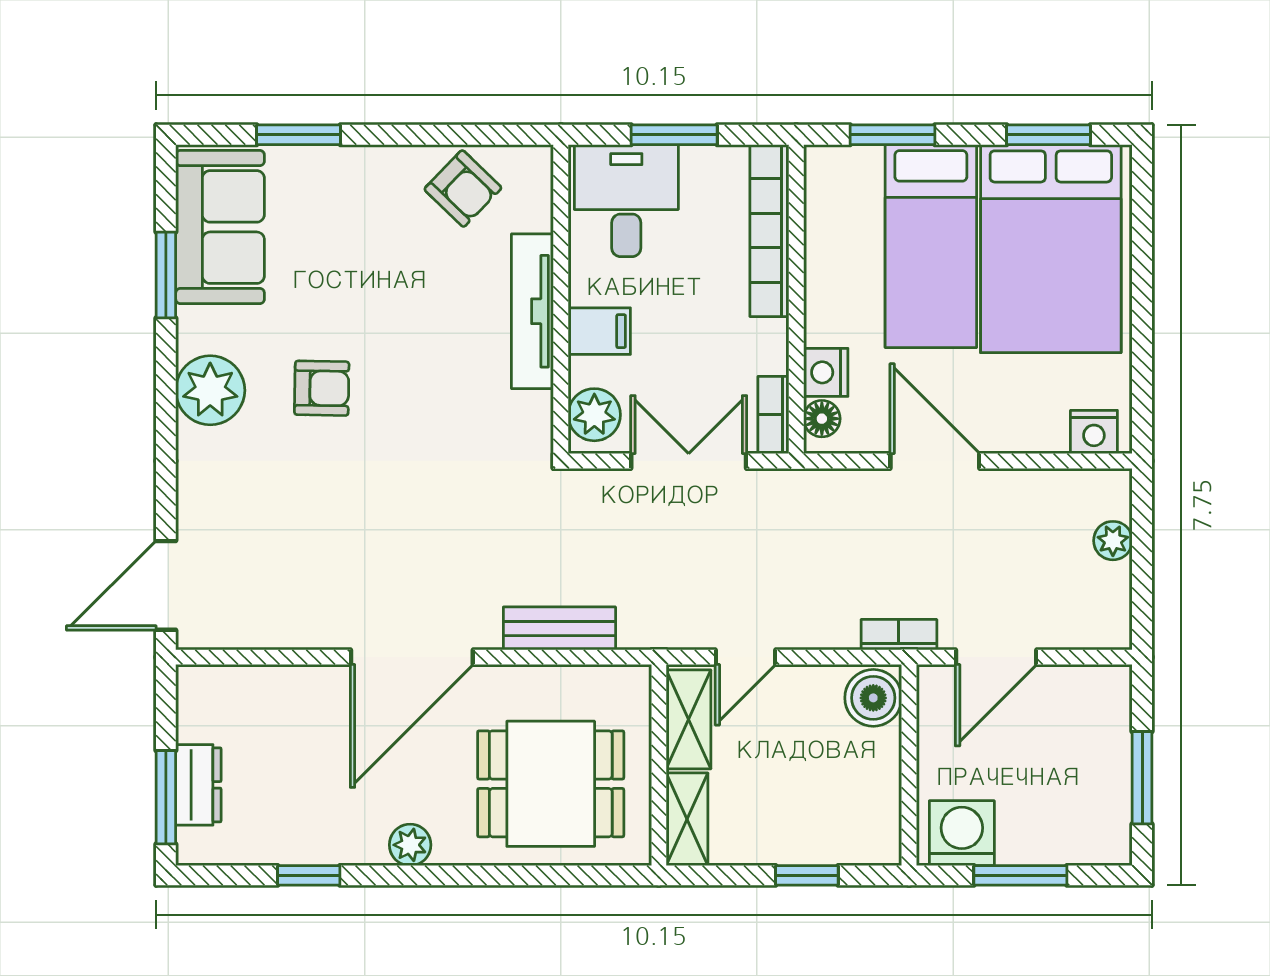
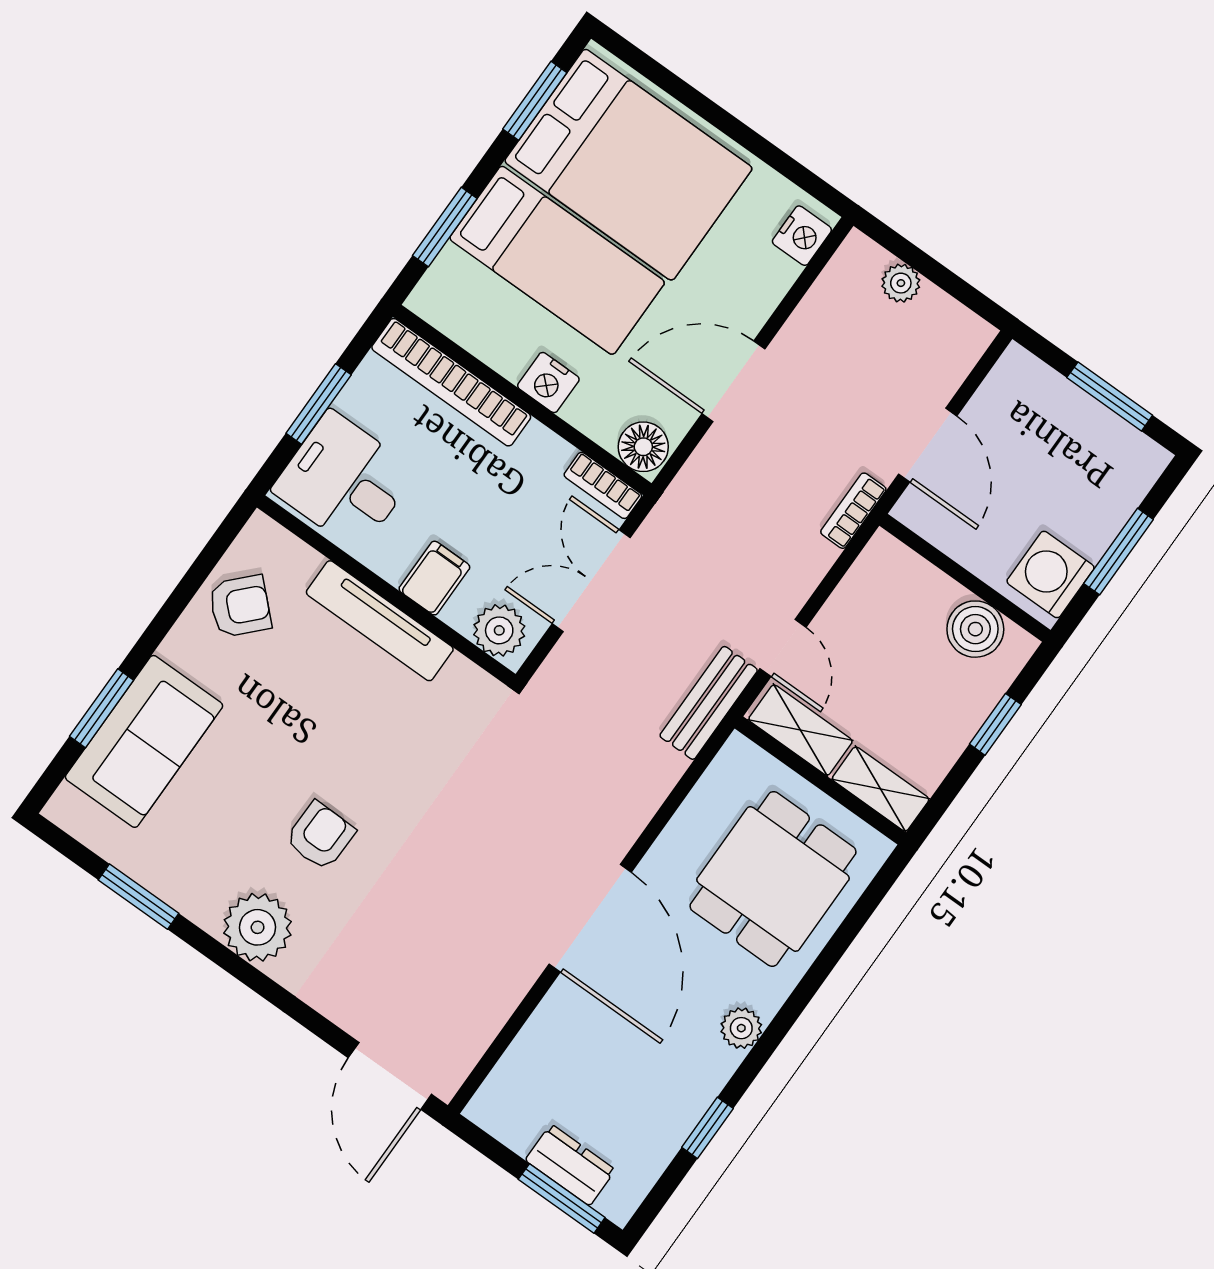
sofa: (220, 227) -> (144, 741), moved, turned 90
nightstand: (826, 372) -> (548, 383), moved
floor lamp: (822, 419) -> (643, 447), width x1.37, depth x1.37
bench: (559, 628) -> (709, 703), moved
boiler: (873, 698) -> (975, 629), moved

